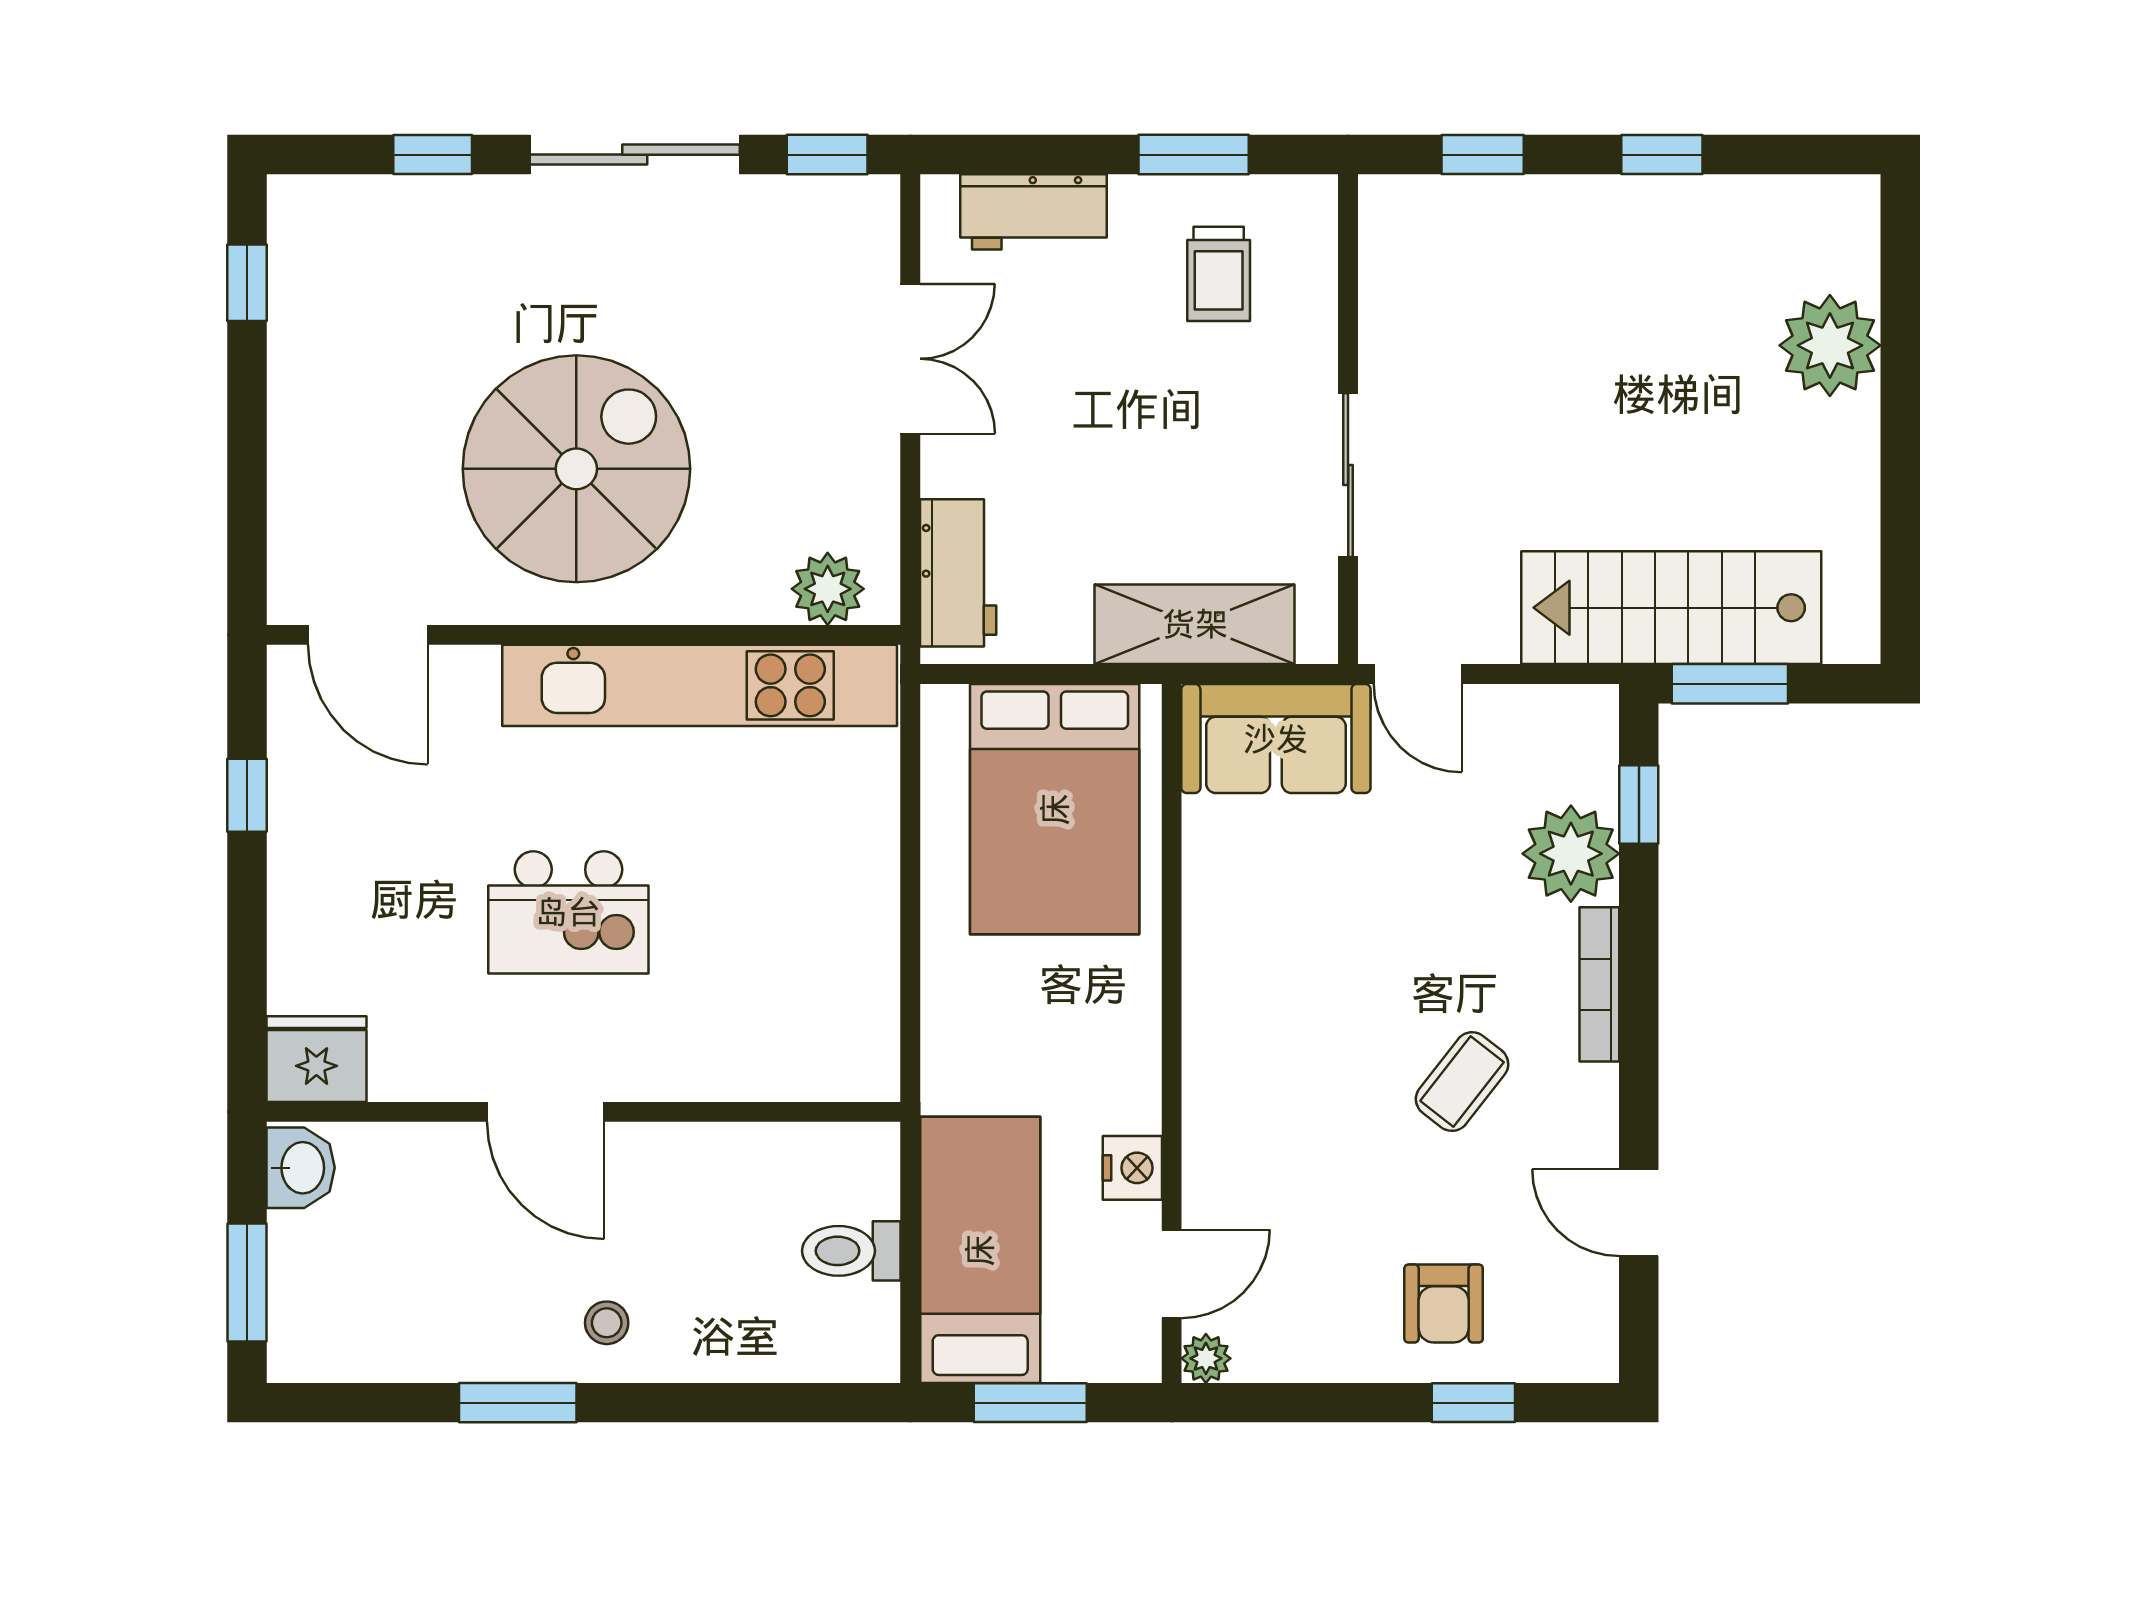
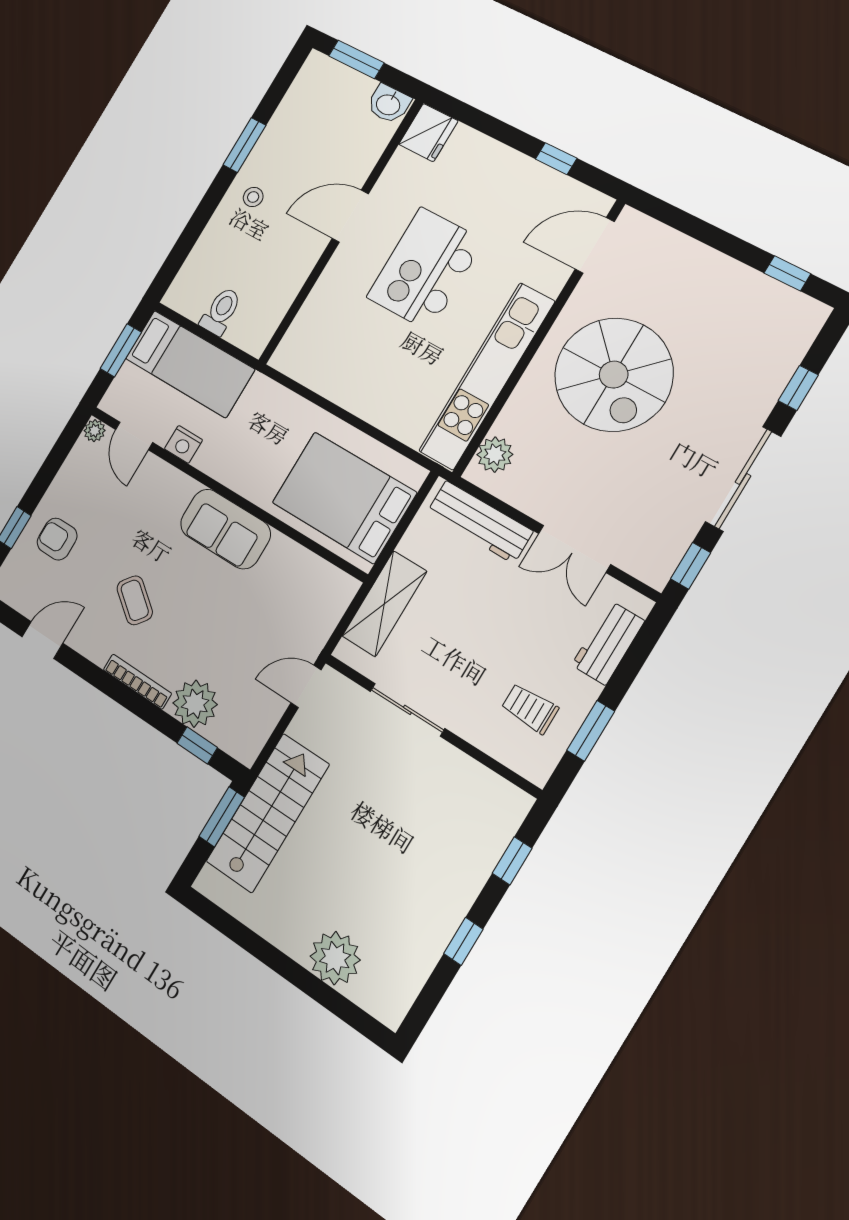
workbench: (958, 573) -> (480, 522), width x1.38
sofa: (1276, 739) -> (225, 529), moved, turned -90
kitchen island: (568, 912) -> (425, 269), width x1.37, depth x1.28

